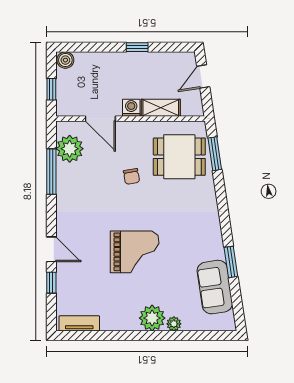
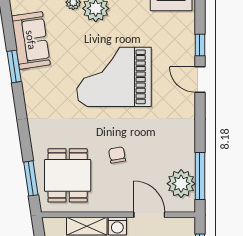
dining table: (179, 157) -> (68, 175), turned 90
window: (51, 172) -> (200, 176), moved
grand piano: (135, 252) -> (114, 77), width x1.37, depth x1.48

